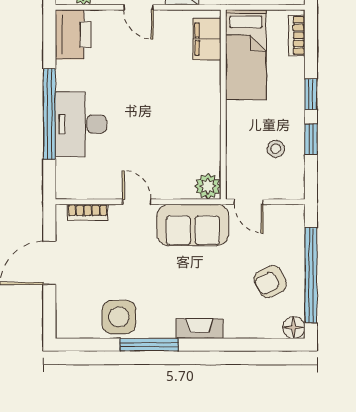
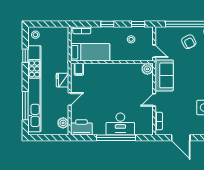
filing cabinet: (207, 39) -> (79, 69), width x0.50
window: (311, 139) -> (138, 24), moved
door: (249, 202) -> (154, 51), hinge flipped

